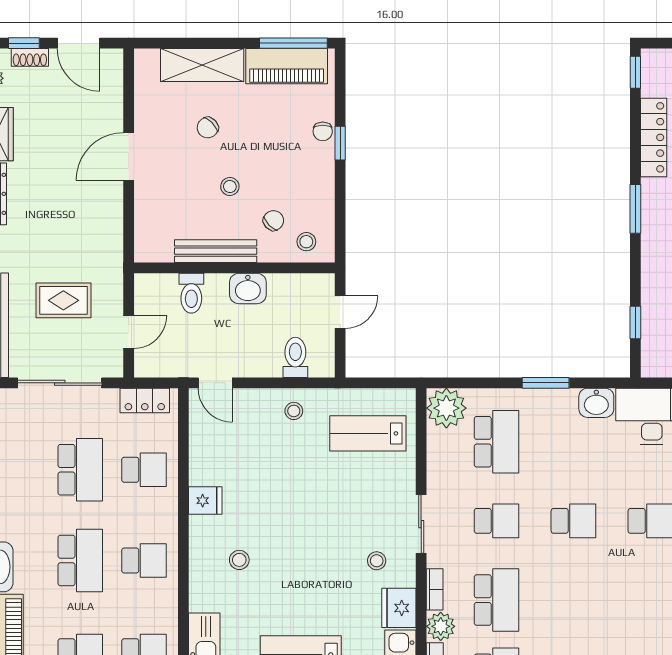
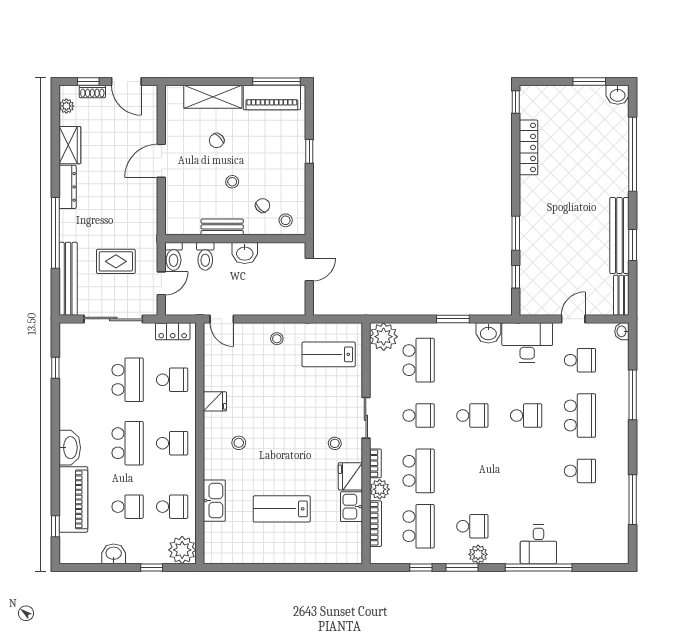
chair: (323, 131) -> (297, 143), removed
window: (635, 209) -> (516, 233), moved
bench: (216, 251) -> (222, 227), width x0.73
toilet: (295, 357) -> (174, 256), moved, turned 180

